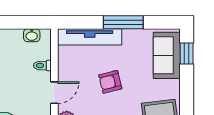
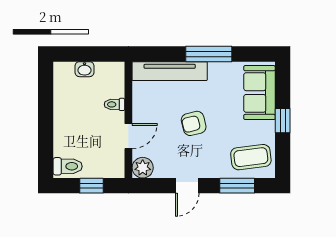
washbasin: (32, 35) -> (85, 69), moved
window: (187, 53) -> (283, 121), moved

